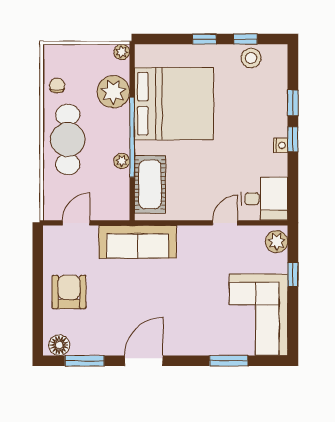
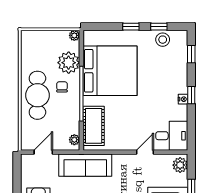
chair: (57, 85) -> (62, 87), moved
window: (293, 103) -> (191, 54), moved
plant: (122, 161) -> (74, 140), moved

